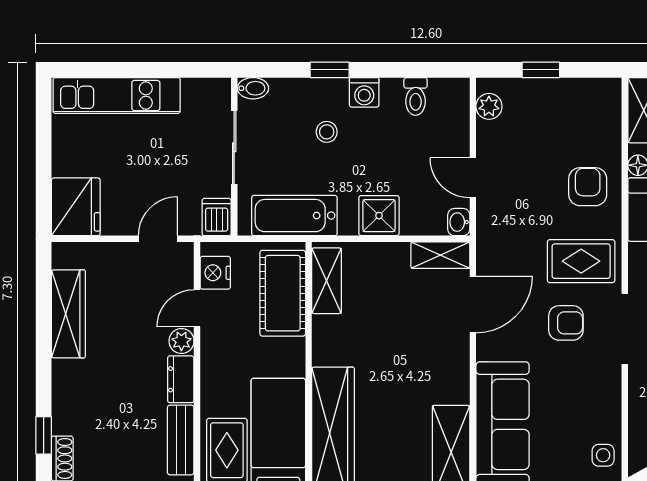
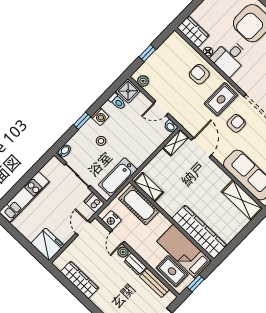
shower: (379, 216) -> (128, 91), moved

